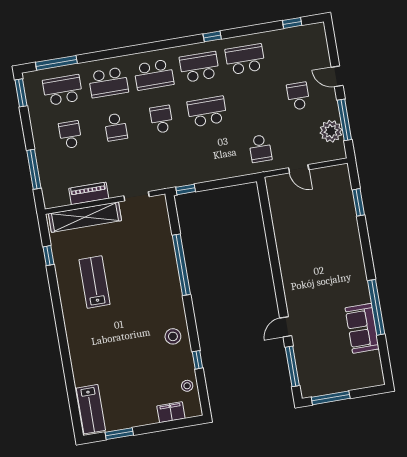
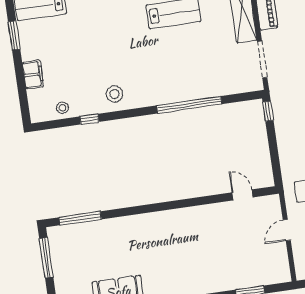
doorway: (136, 196) -> (262, 60), width x1.38
door: (286, 327) -> (243, 195), moved
filing cabinet: (171, 412) -> (33, 74), moved

